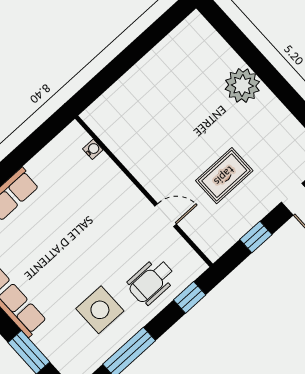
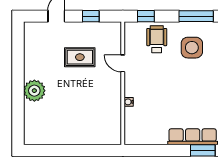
water cooler: (93, 149) -> (129, 102), moved
wheelchair: (151, 281) -> (157, 39), turned -90

